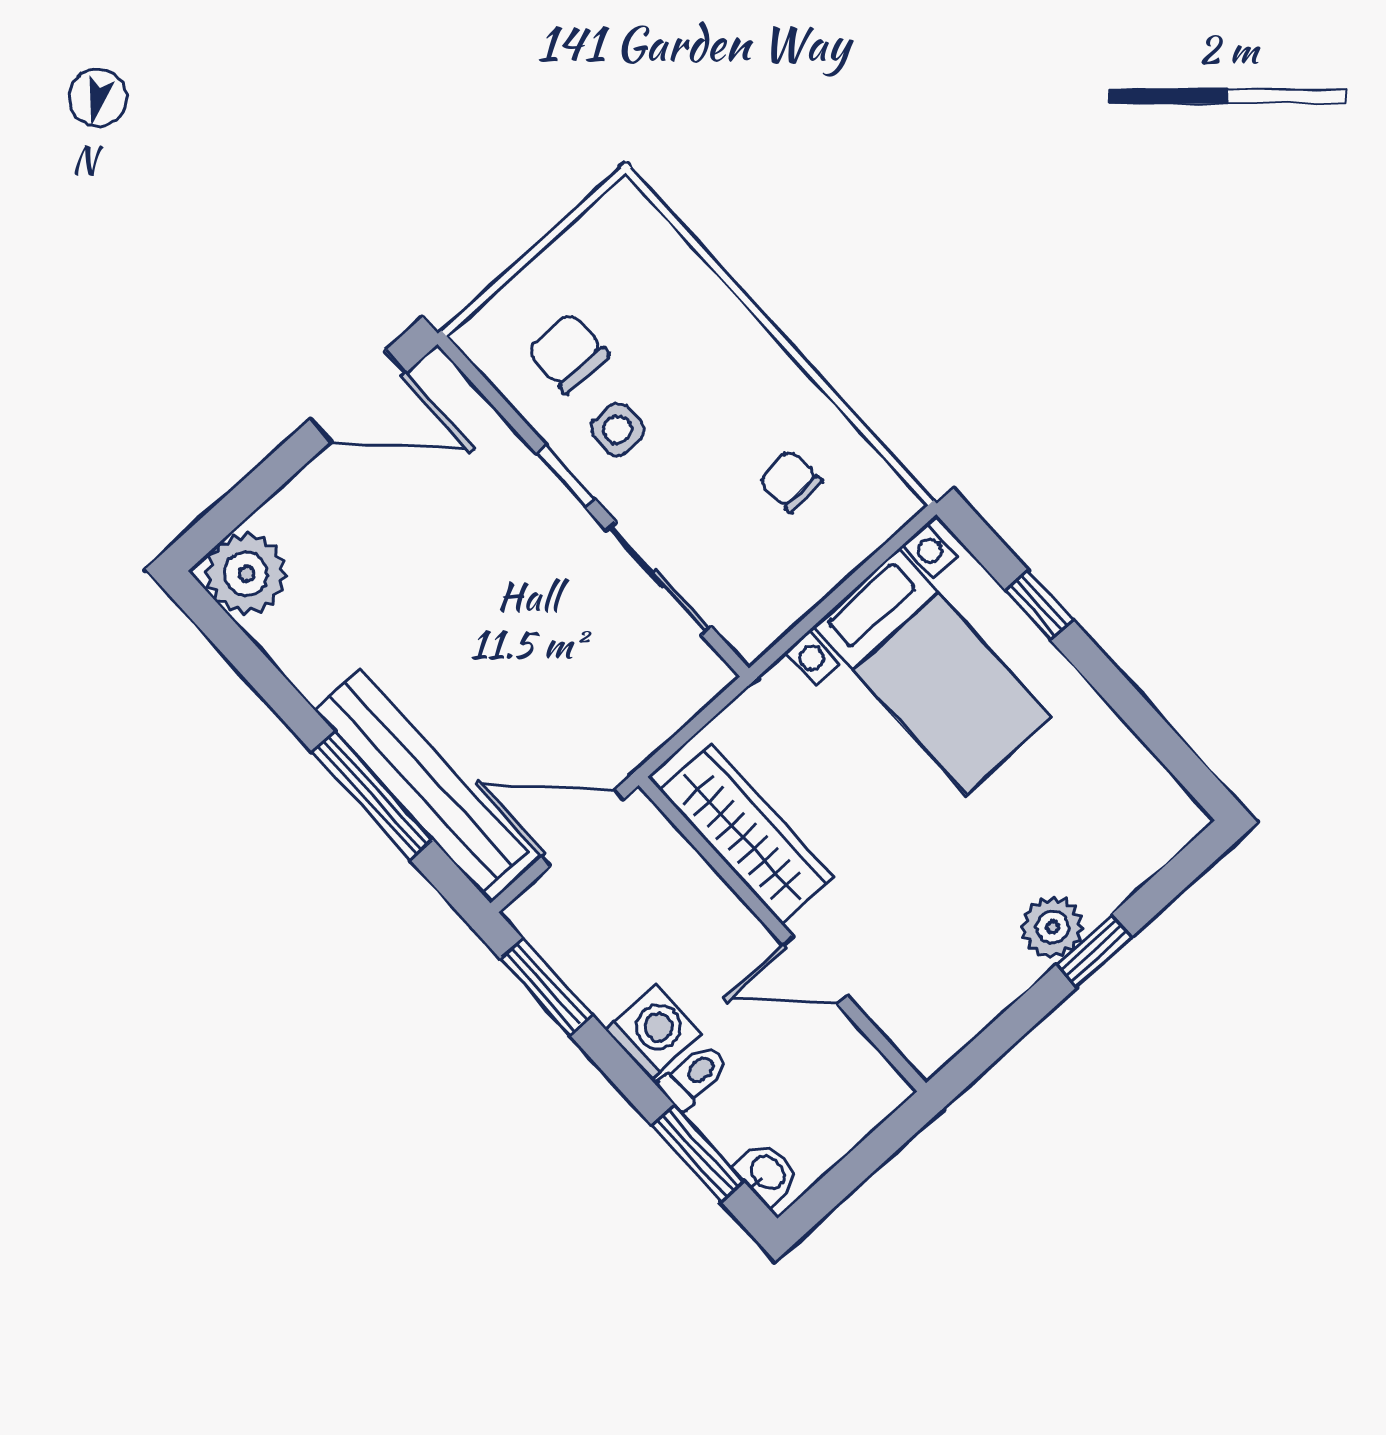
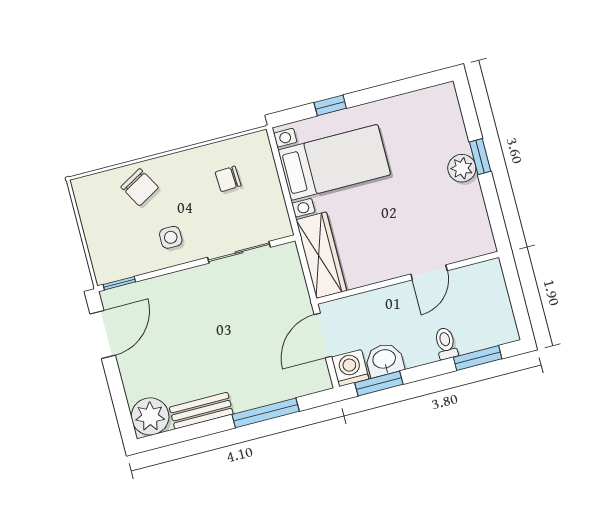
chair: (568, 353) -> (140, 187), moved, turned -120
window: (566, 476) -> (119, 283), moved
bench: (421, 781) -> (201, 411), moved, width x0.54, depth x0.82
wardrobe: (746, 834) -> (321, 255), moved, turned 90
washing machine: (653, 1032) -> (350, 368), moved
washbasin: (767, 1173) -> (384, 360), moved, width x1.38, depth x1.45

